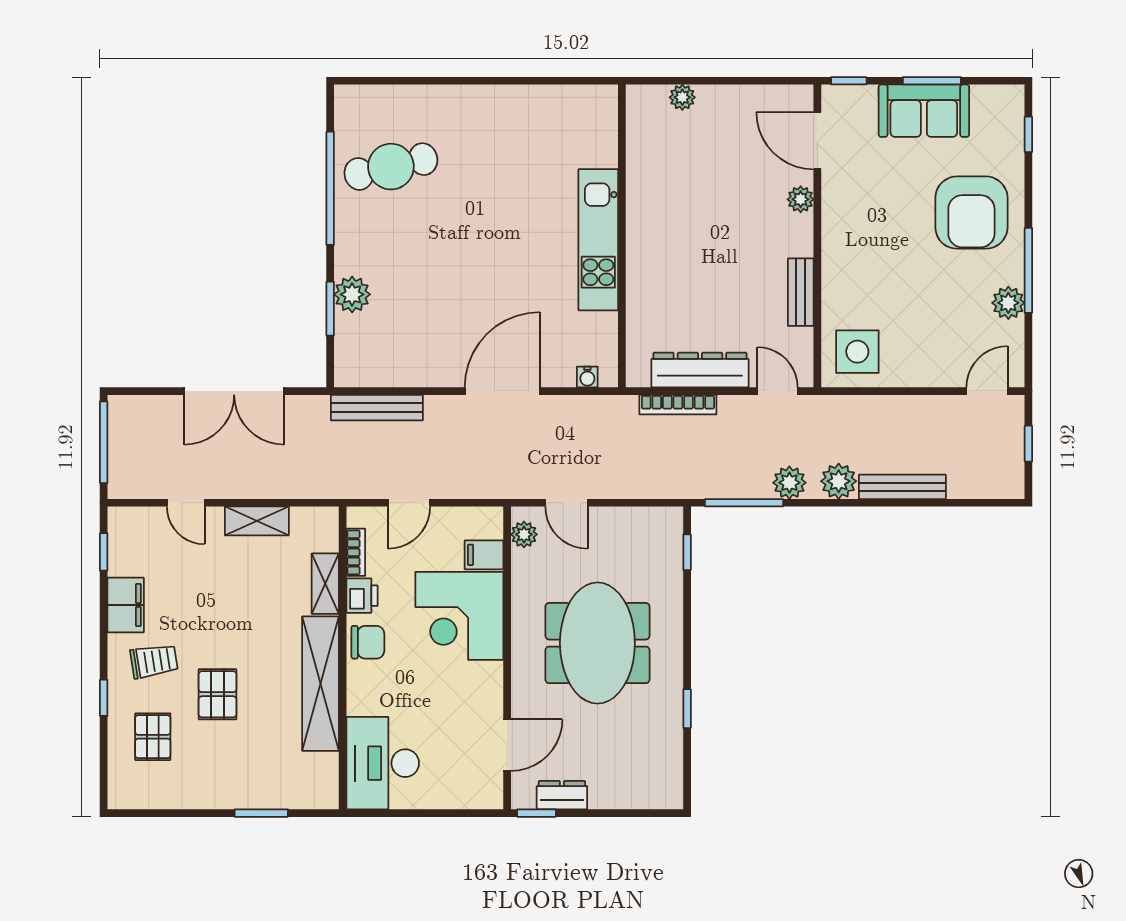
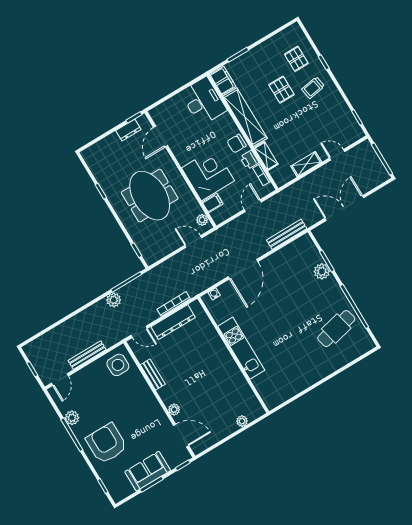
plant: (839, 481) -> (95, 312), removed
bench: (902, 487) -> (87, 355), moved
filing cabinet: (126, 605) -> (223, 81), moved, turned 180

